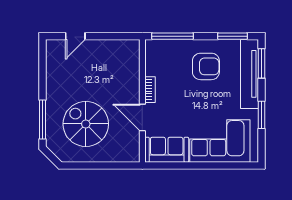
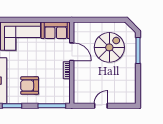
door: (75, 36) -> (101, 106), moved
spiral stairs: (86, 124) -> (109, 47), turned -90

